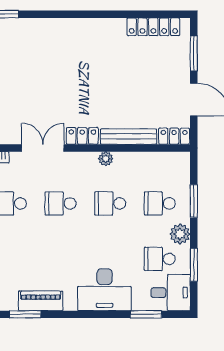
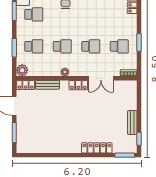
locker: (153, 27) -> (97, 148), moved
bench: (128, 137) -> (47, 85), width x0.73
plant: (180, 234) -> (22, 70), moved

